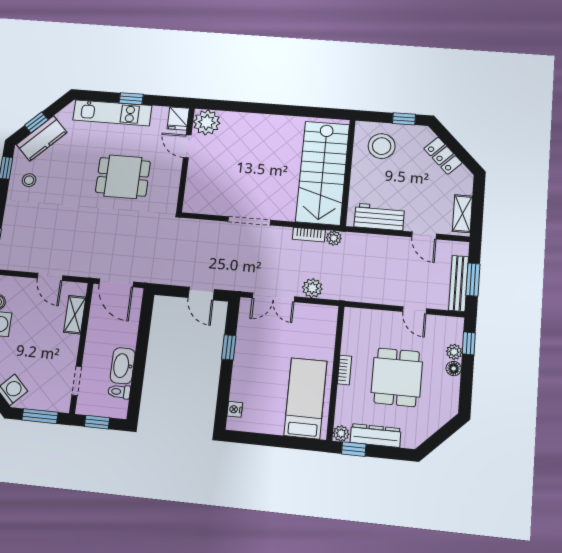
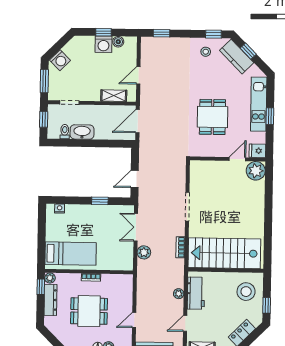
plant: (334, 238) -> (179, 294), moved

